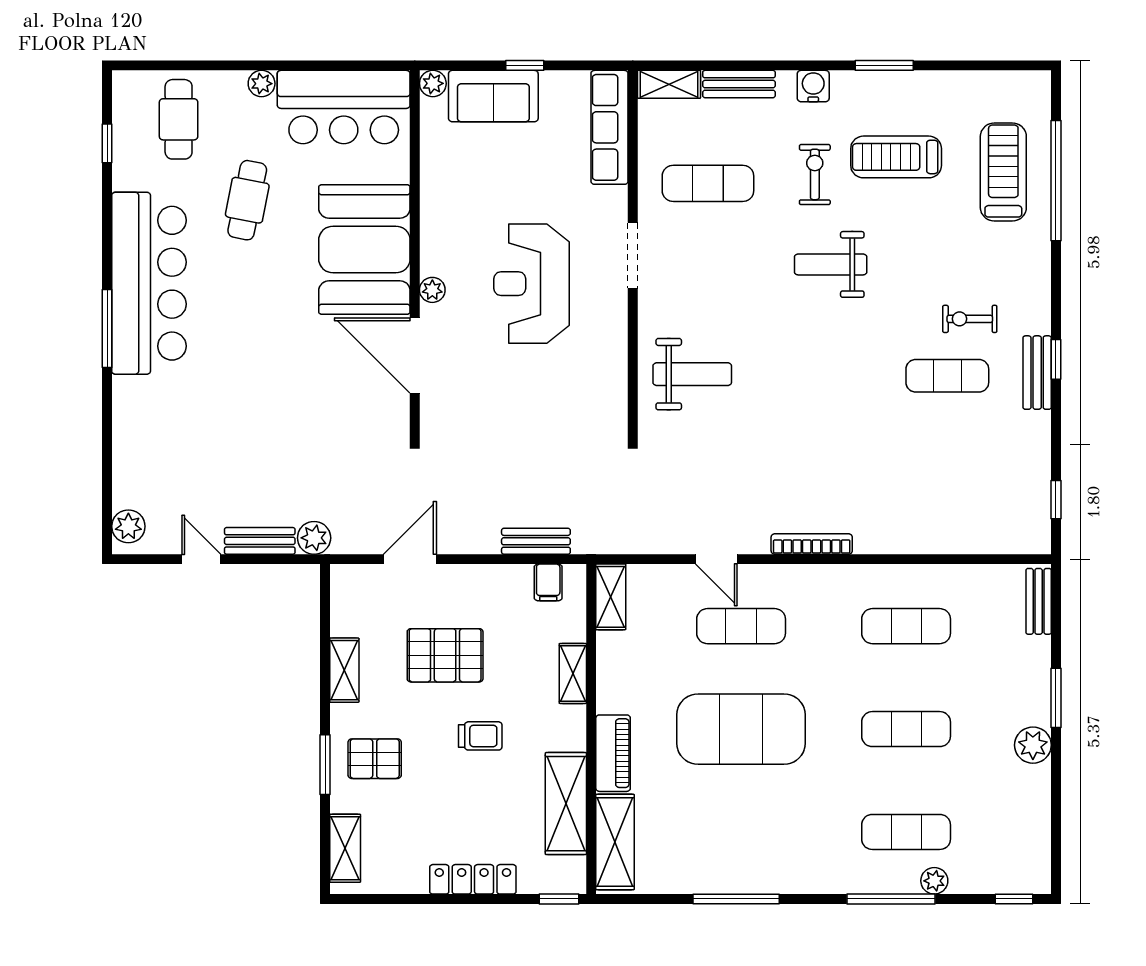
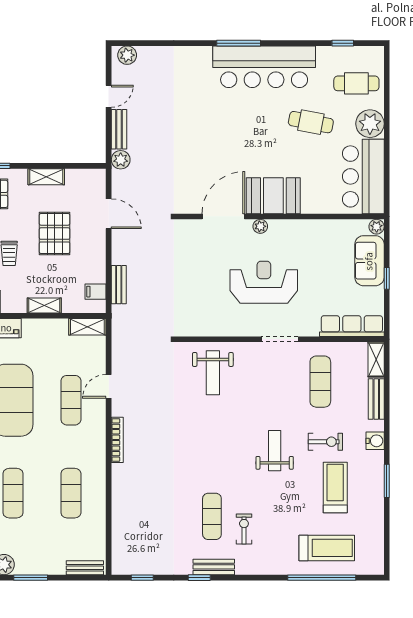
plant: (262, 84) -> (370, 124), width x1.88, depth x1.88
booth: (364, 249) -> (273, 196), width x0.73, depth x0.70
window: (1056, 359) -> (199, 578), moved

